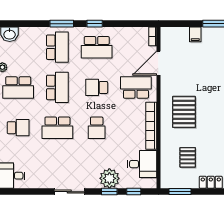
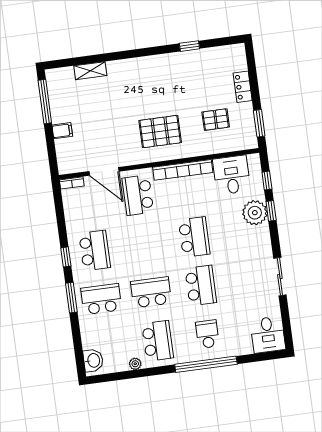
school desk: (97, 87) -> (144, 244), removed
school desk: (97, 128) -> (194, 237), width x1.85
sliding door: (69, 192) -> (280, 277), moved

